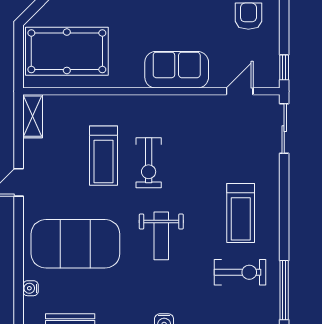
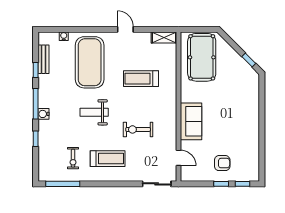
window: (284, 67) -> (221, 184), moved
exercise bike: (149, 163) -> (138, 129), moved
treadmill: (241, 213) -> (108, 159), turned 180
exercise bike: (240, 272) -> (73, 158), width x0.73, depth x0.72

